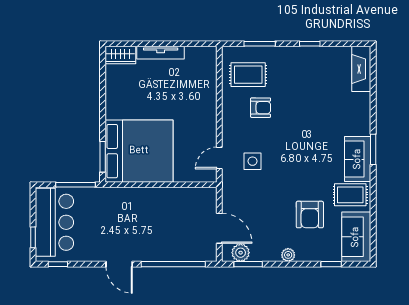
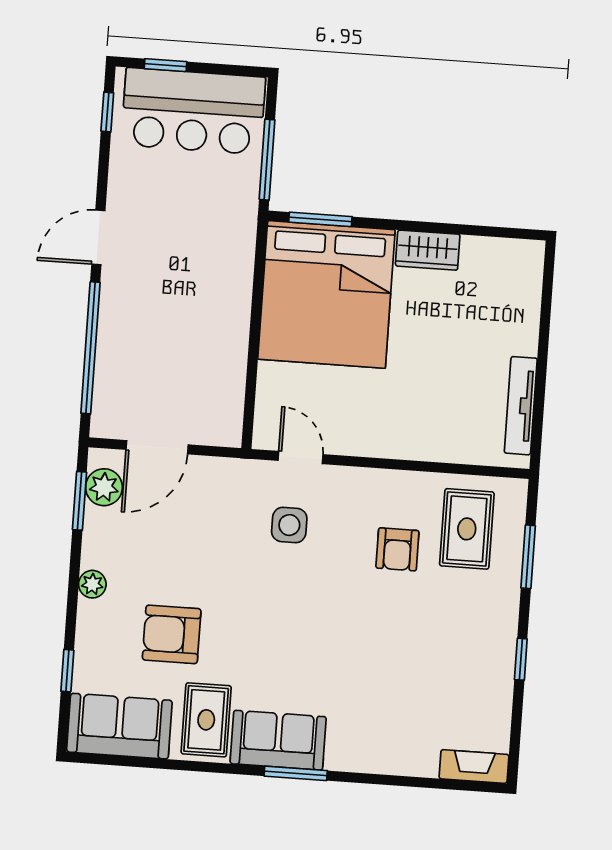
tv unit: (161, 53) -> (521, 406), moved
wardrobe: (120, 55) -> (428, 250), moved, turned -90
fireplace: (361, 69) -> (474, 767), width x0.73, depth x0.76

